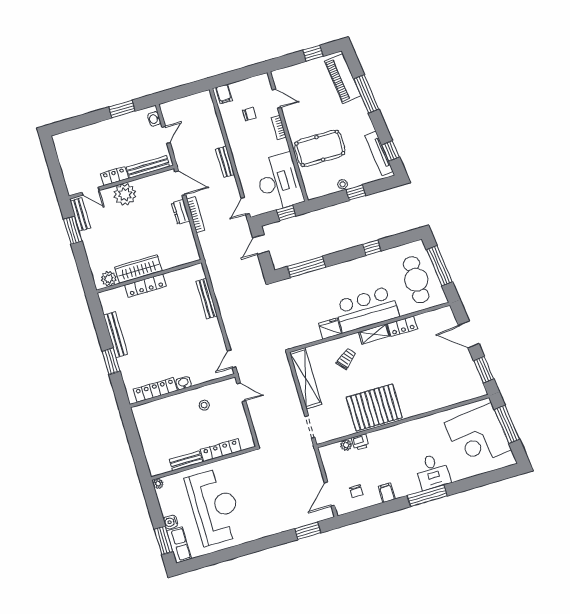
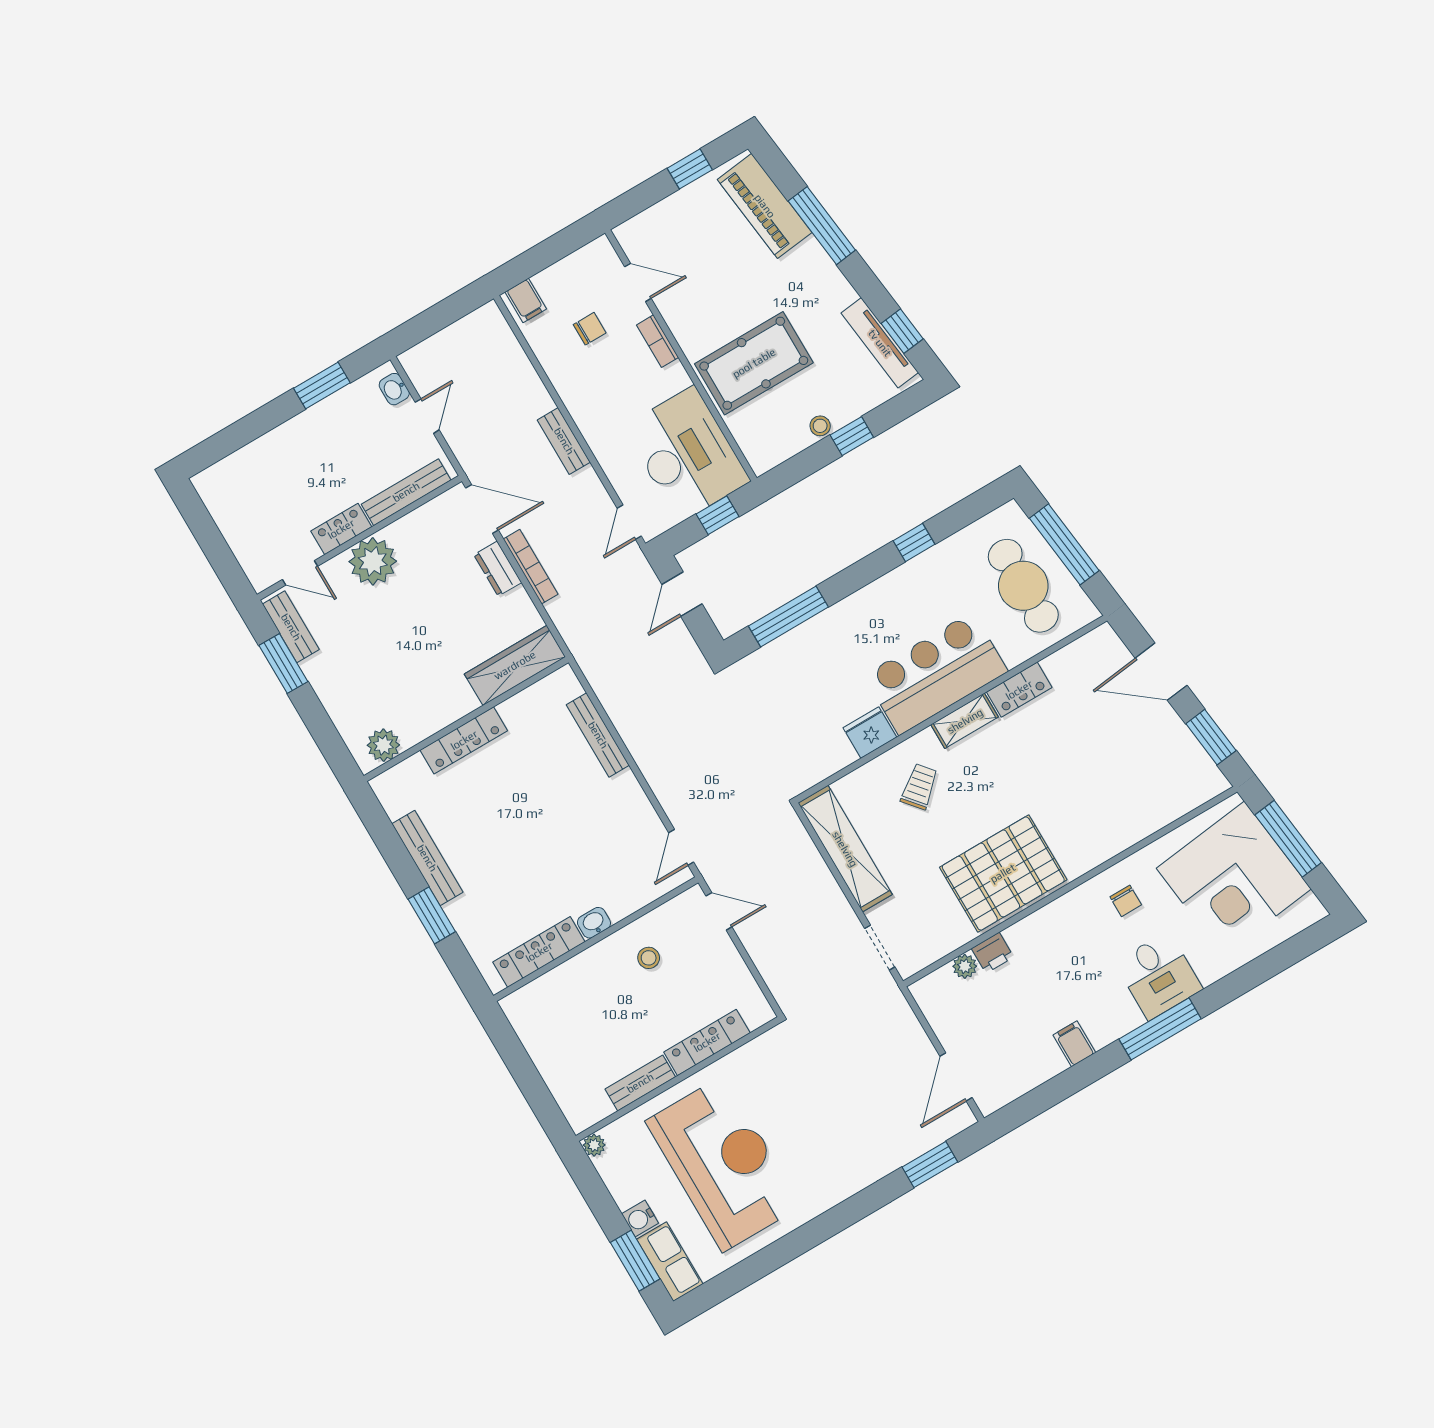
wardrobe: (138, 269) -> (515, 665), moved
chair: (356, 491) -> (1126, 901), moved

